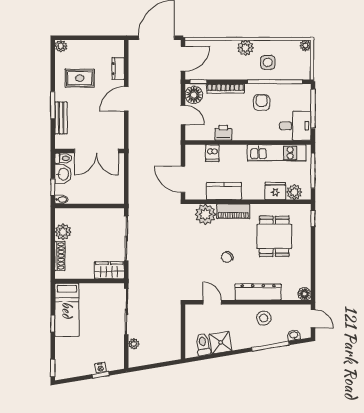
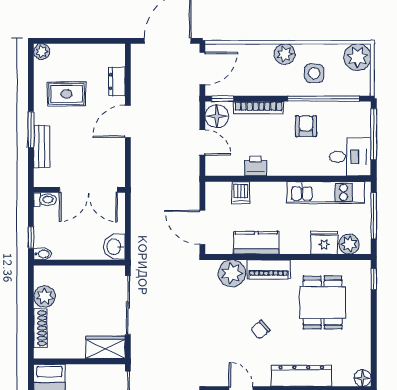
plant: (305, 45) -> (357, 57), width x1.88, depth x1.88
washbasin: (63, 174) -> (114, 247), moved, turned 180

